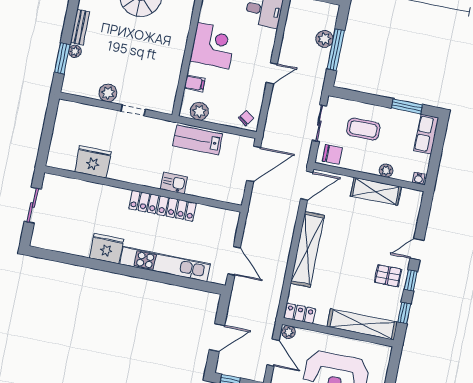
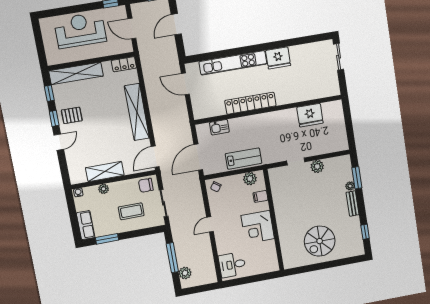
plant: (324, 39) -> (185, 273), moved
kitchen sink: (174, 183) -> (219, 127), moved
sliding door: (33, 205) -> (339, 57), moved
plant: (289, 332) -> (127, 48), removed

